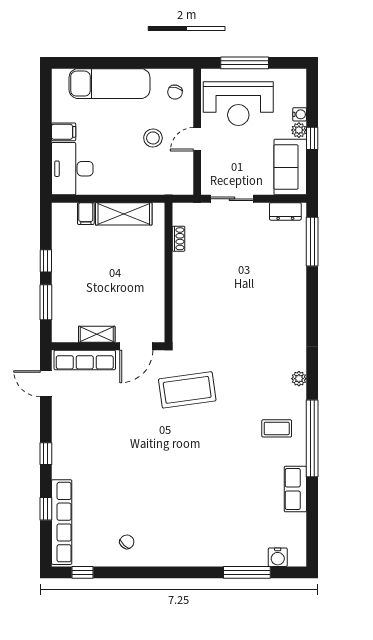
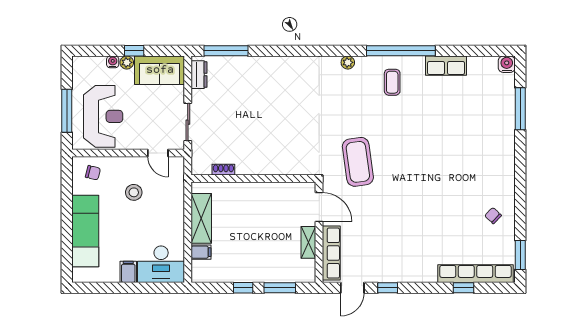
door: (197, 139) -> (158, 153), moved
window: (46, 454) -> (388, 288), moved
water cooler: (278, 557) -> (507, 64), moved, turned -90
window: (82, 572) -> (520, 255), width x1.50

